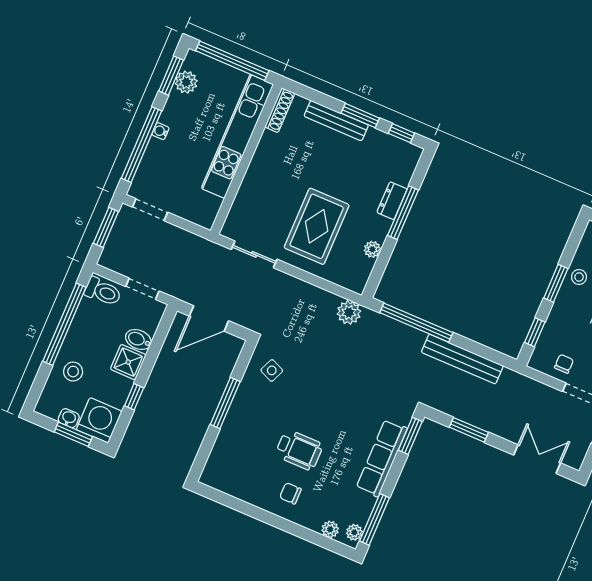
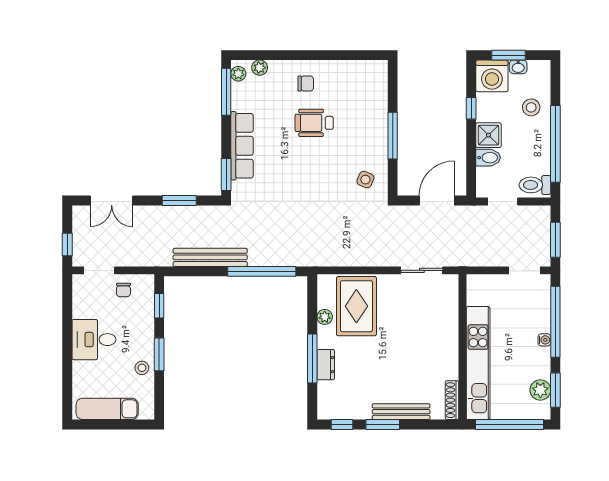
rug: (317, 226) -> (356, 306), moved
plant: (349, 313) -> (322, 256), removed

